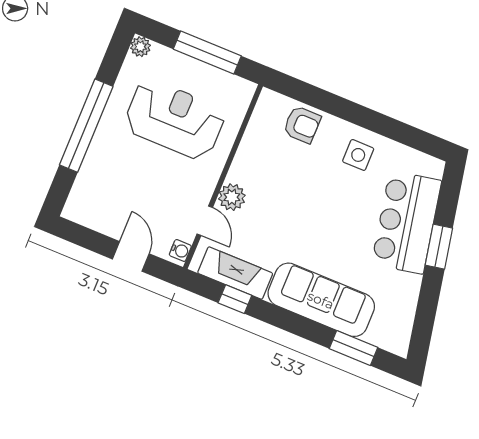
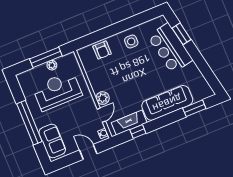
plant: (140, 47) -> (52, 65), moved
armchair: (302, 125) -> (102, 50), turned 90
sofa: (93, 187) -> (52, 141), added
door: (205, 221) -> (101, 115), hinge flipped
window: (439, 247) -> (182, 34), moved

